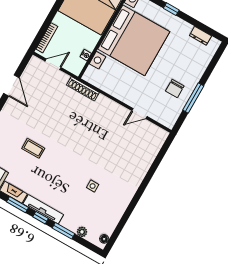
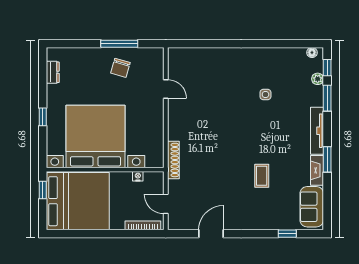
chair: (175, 89) -> (120, 68), turned 106
window: (41, 218) -> (327, 68), moved

